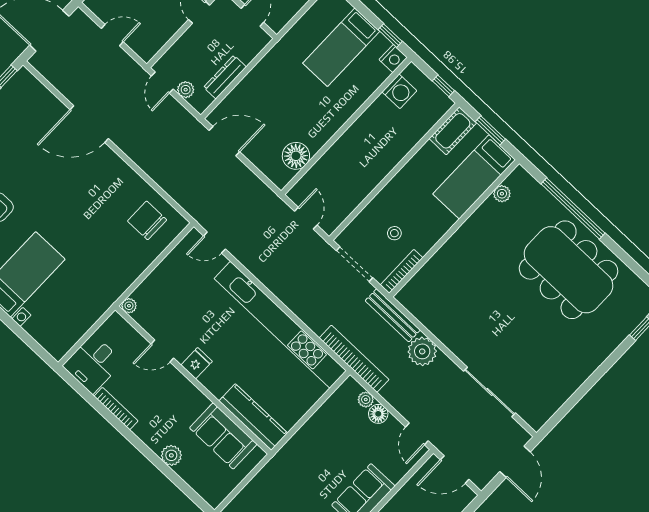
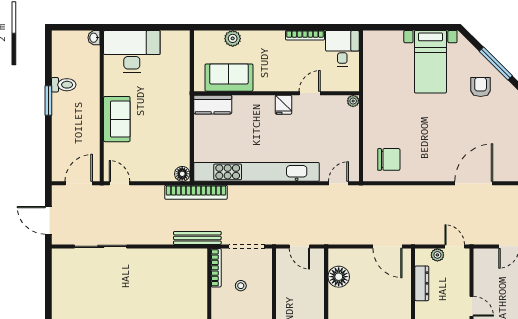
door: (224, 141) -> (387, 246), hinge flipped
plant: (422, 351) -> (161, 233), removed
plant: (366, 400) -> (167, 175), removed
floor lamp: (378, 414) -> (182, 174), moved
kitchen counter: (253, 417) -> (213, 105), width x0.67
plant: (171, 455) -> (233, 38), moved

